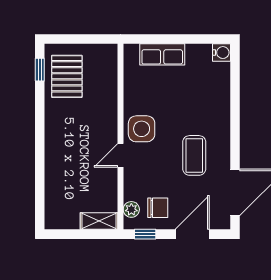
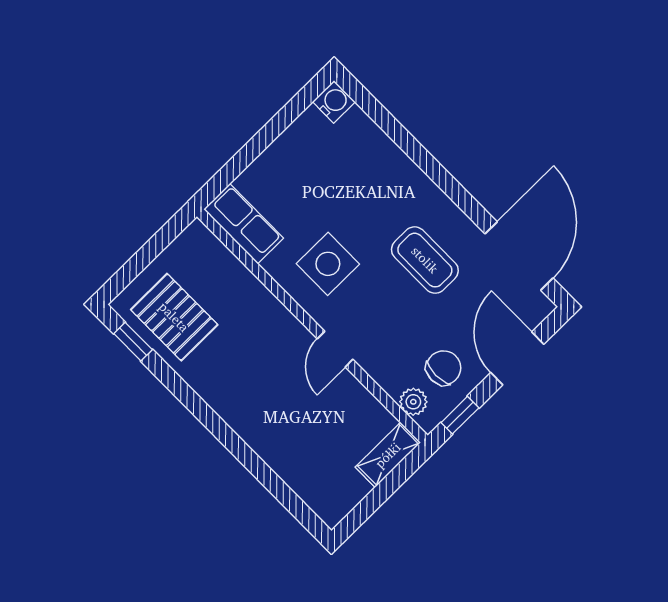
row of seats: (162, 54) -> (244, 224), moved, turned -90
side table: (142, 129) -> (328, 264), moved

